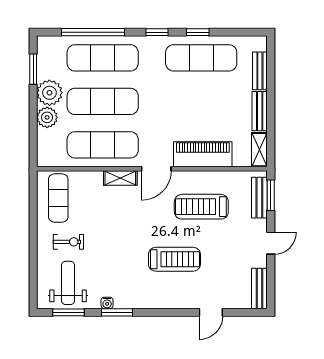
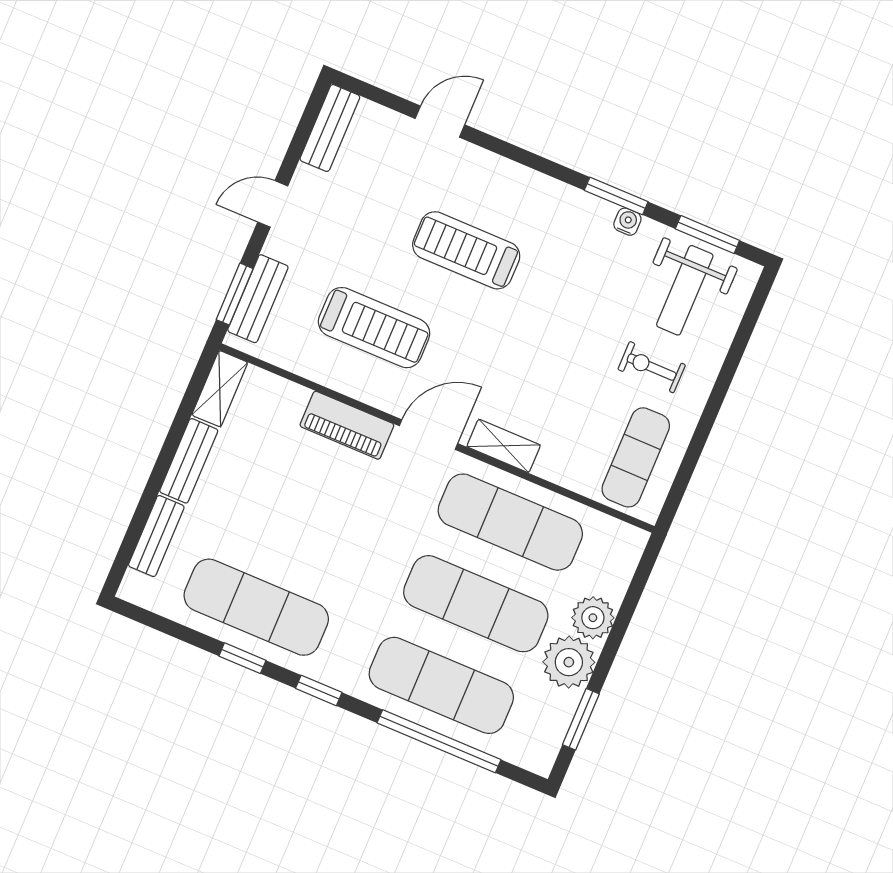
piano: (203, 154) -> (347, 425), width x0.73, depth x0.75

